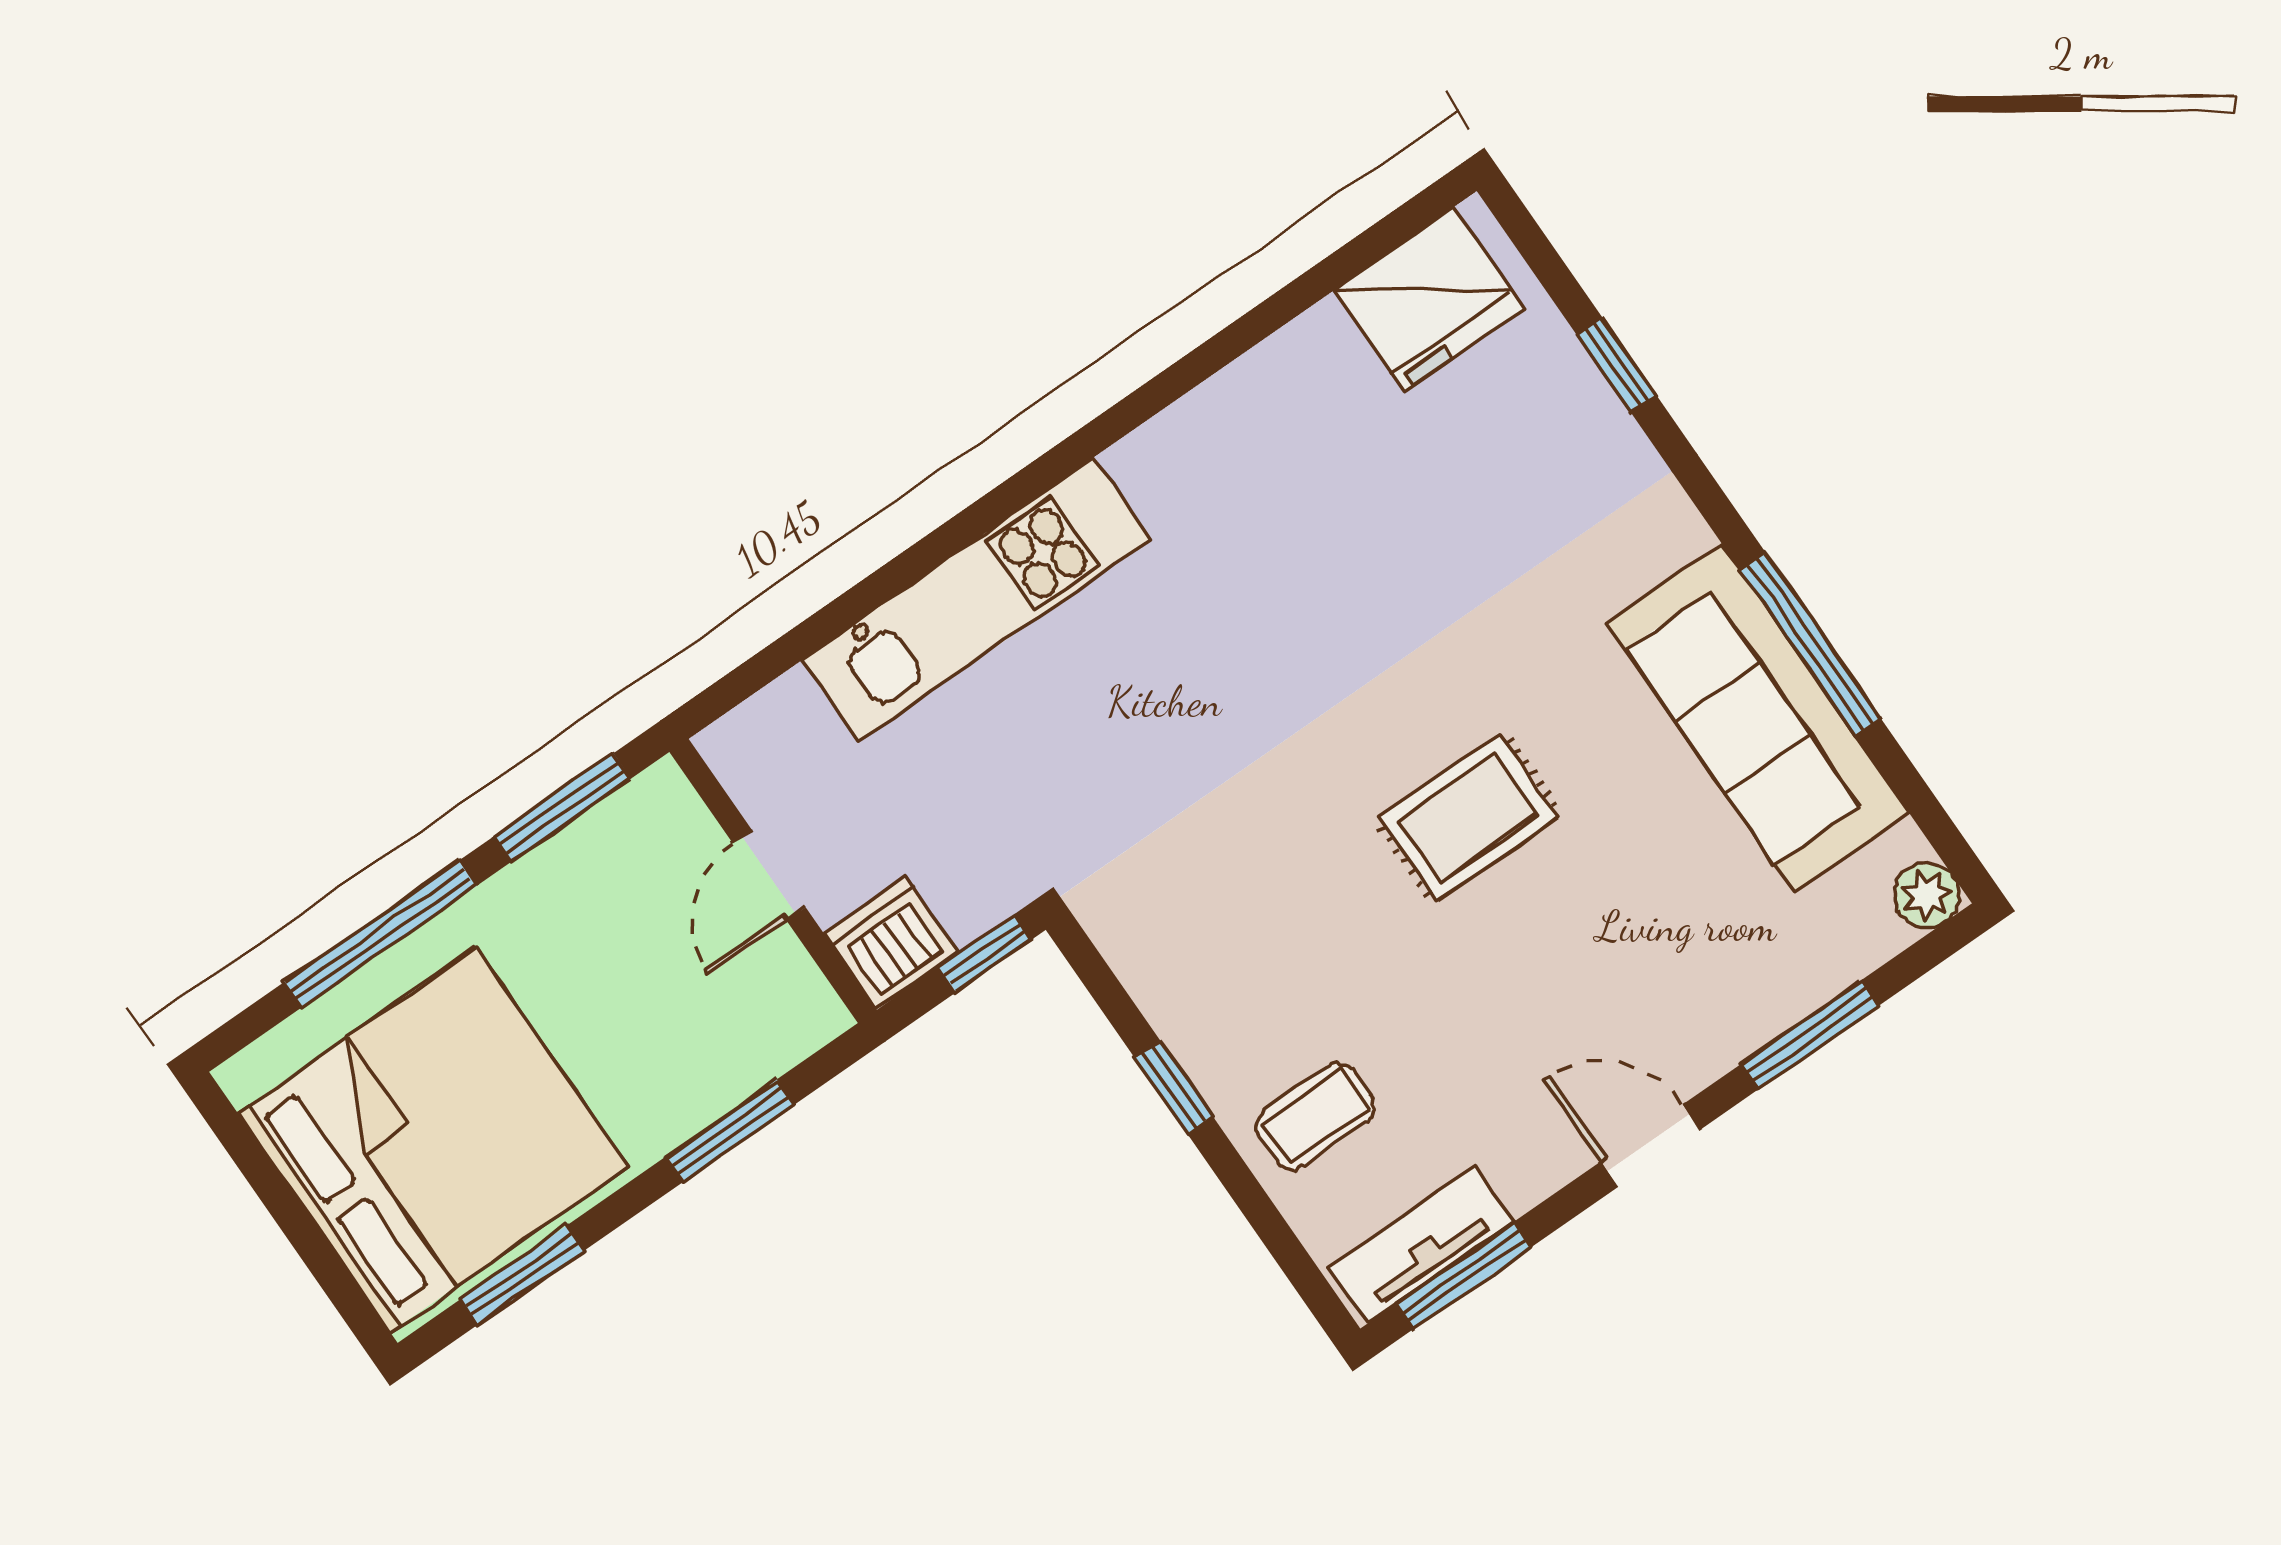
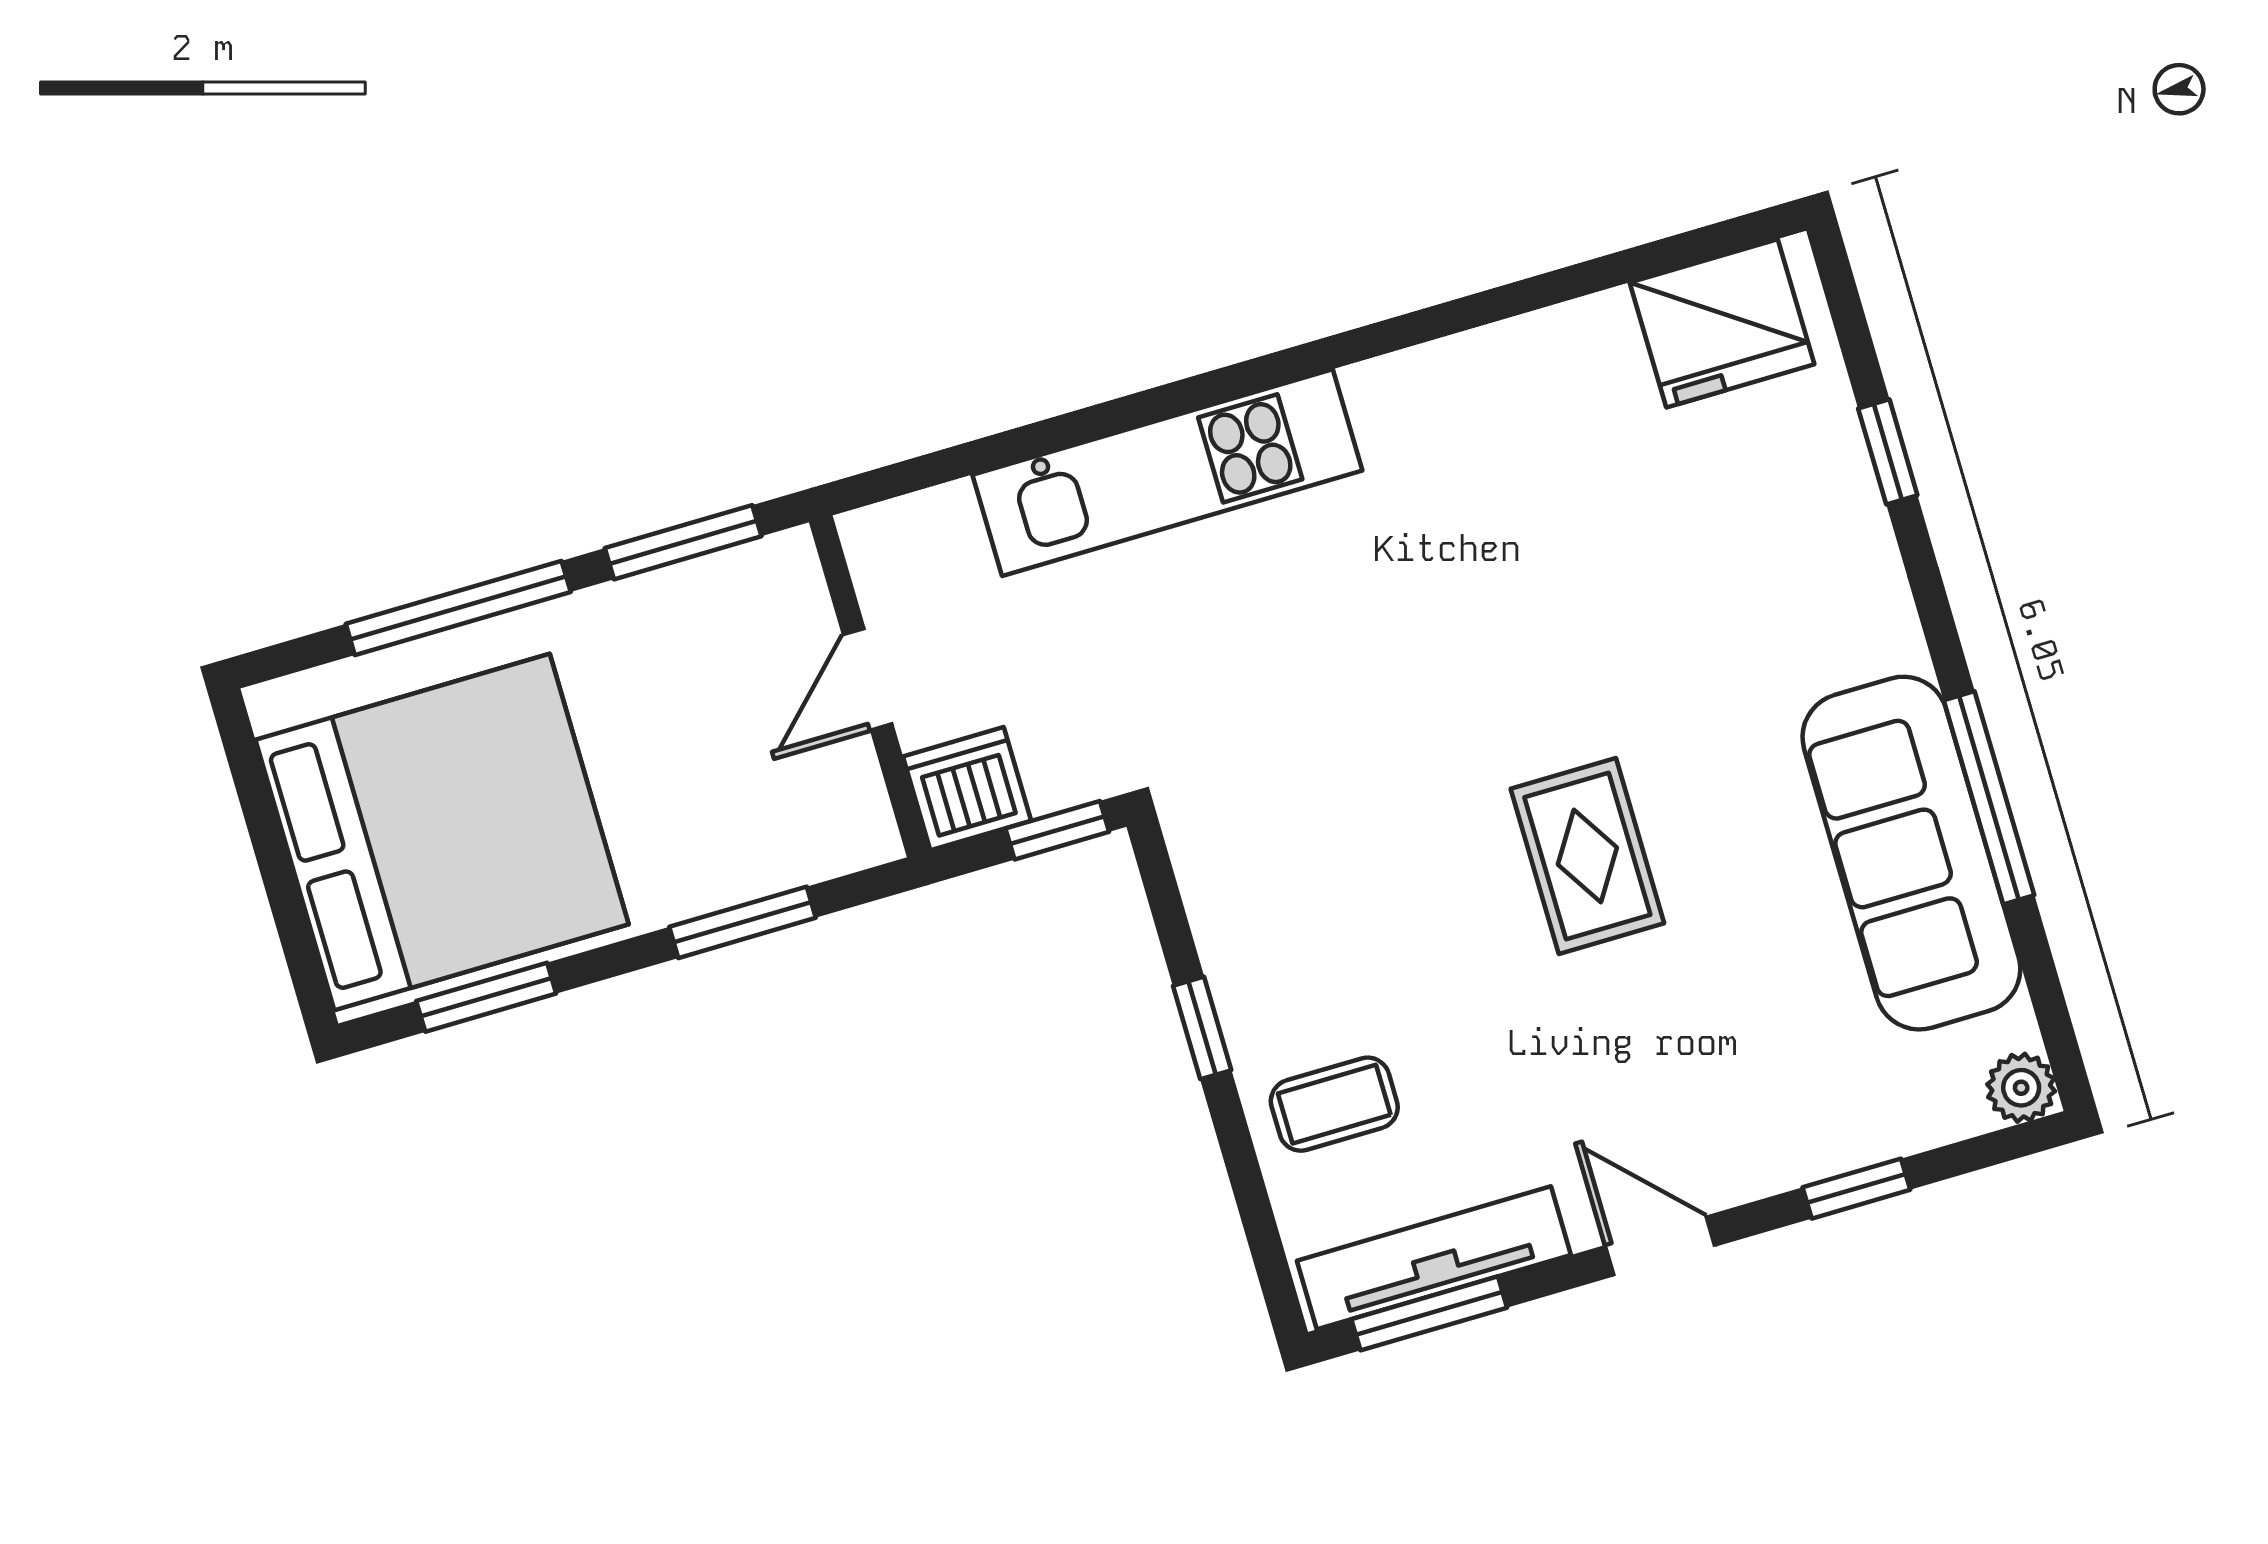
rug: (1468, 818) -> (1587, 856), turned 90
window: (1809, 1035) -> (1856, 1189), width x0.67
tv unit: (1421, 1245) -> (1434, 1258), width x1.41

